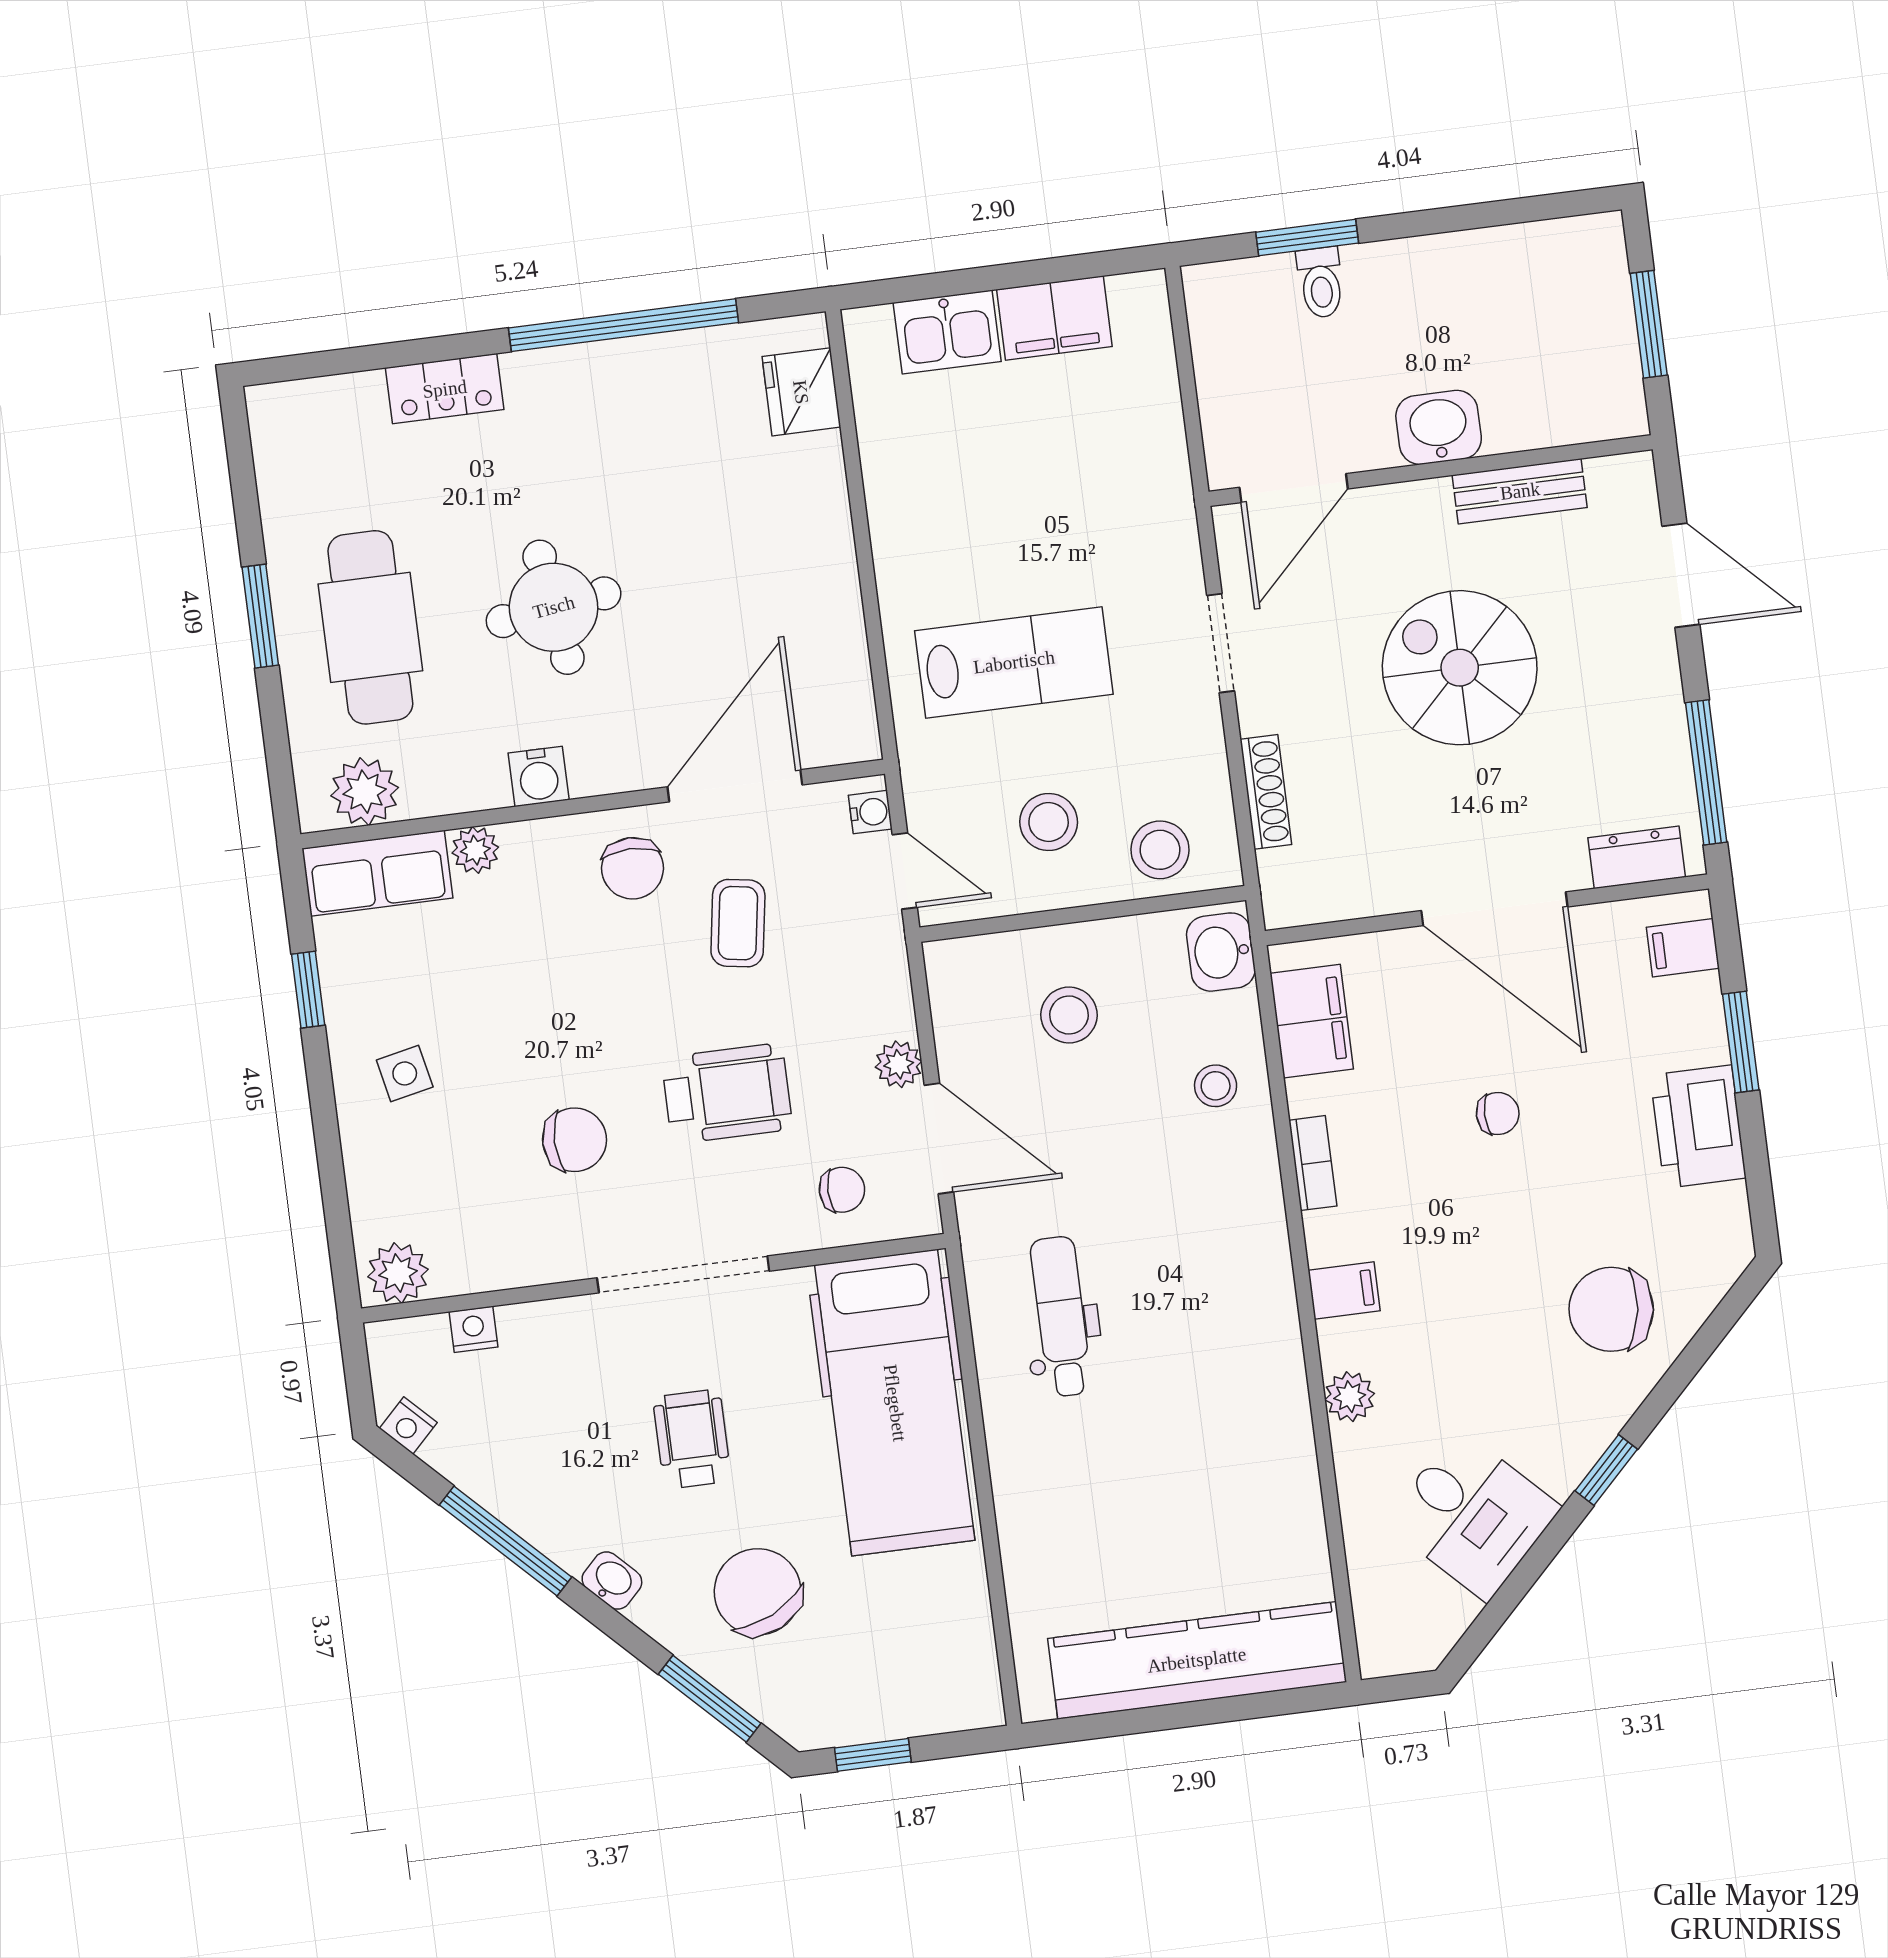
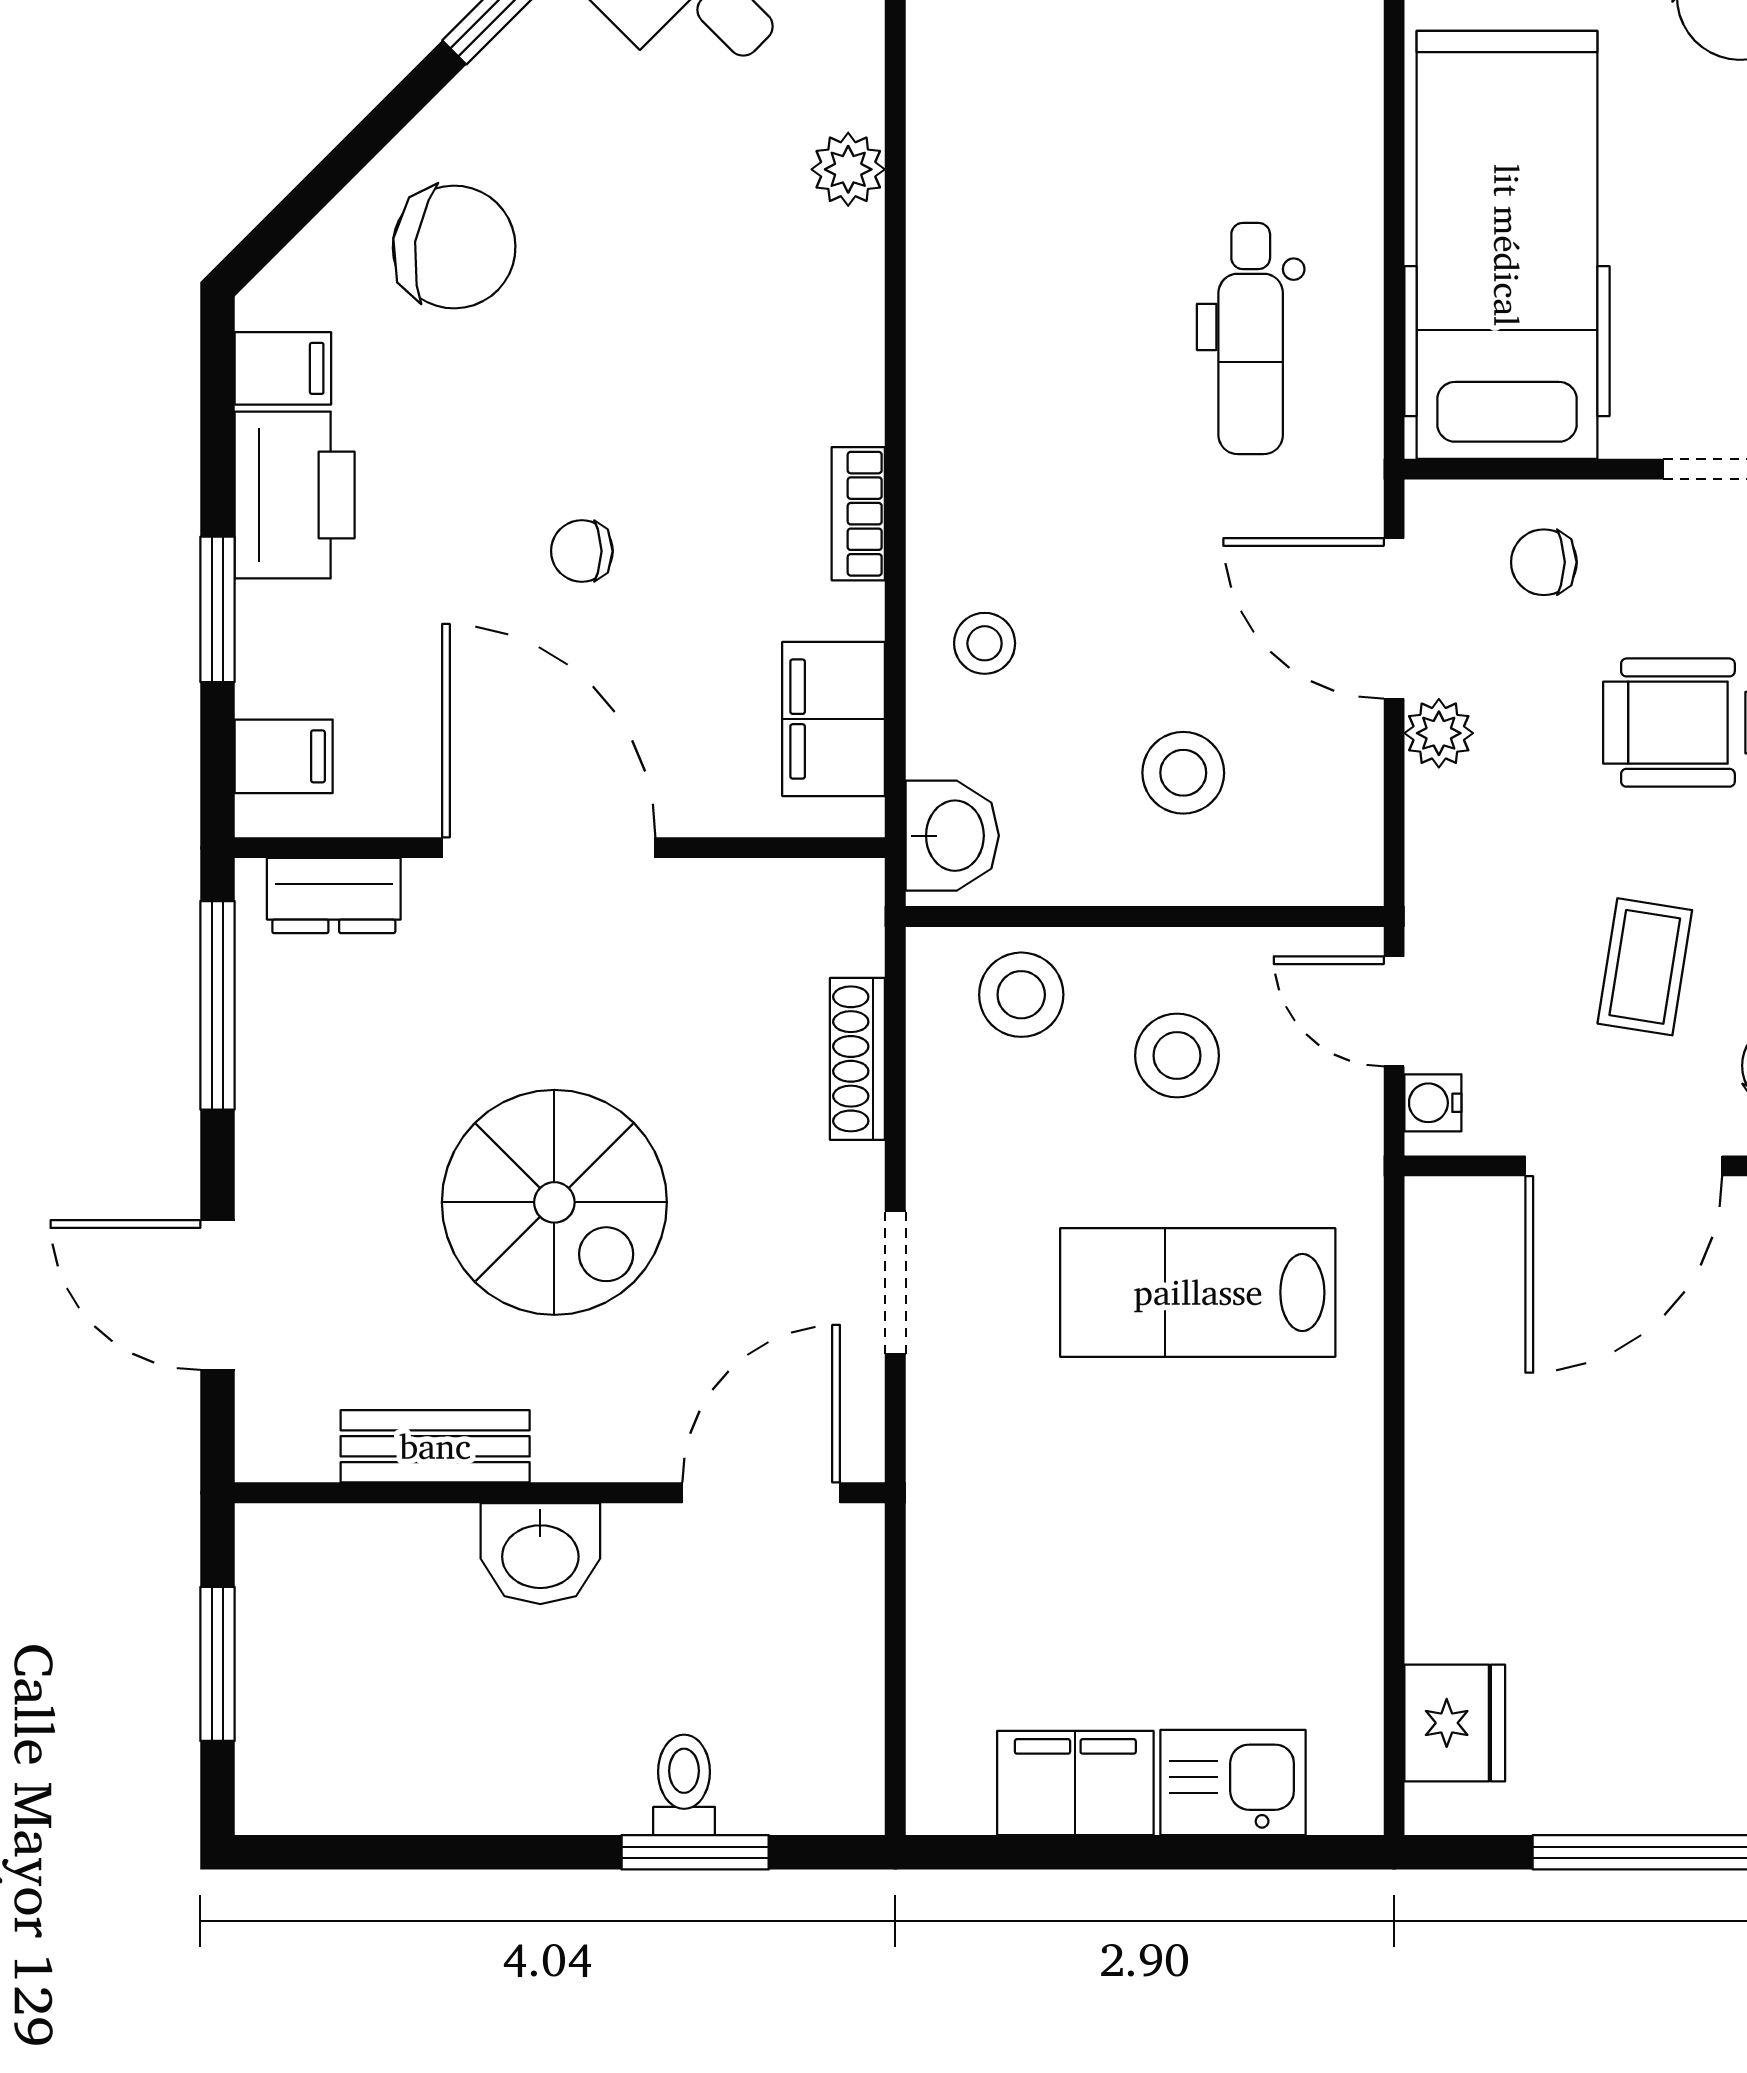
filing cabinet: (1344, 1291) -> (283, 368), moved, turned 180

